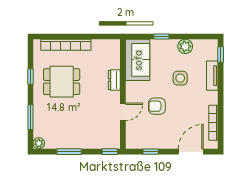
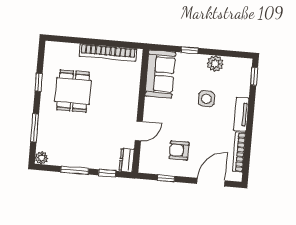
bookcase: (66, 45) -> (108, 52), moved
tv unit: (212, 76) -> (241, 114), moved
dresser: (114, 80) -> (127, 160), moved
dining table: (62, 82) -> (73, 91), turned 90
armchair: (157, 106) -> (179, 150), moved
window: (110, 152) -> (107, 173), moved

